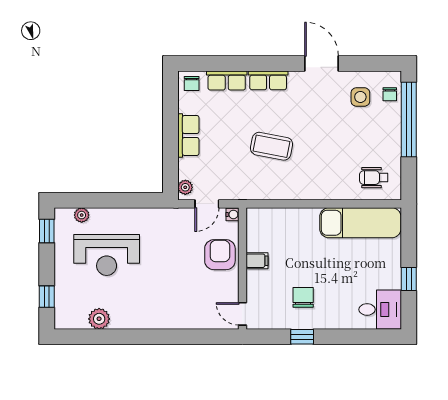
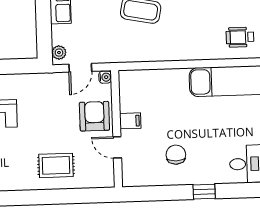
rug: (178, 304) -> (56, 165), added
door: (242, 314) -> (117, 147), moved
window: (302, 337) -> (204, 192), moved

